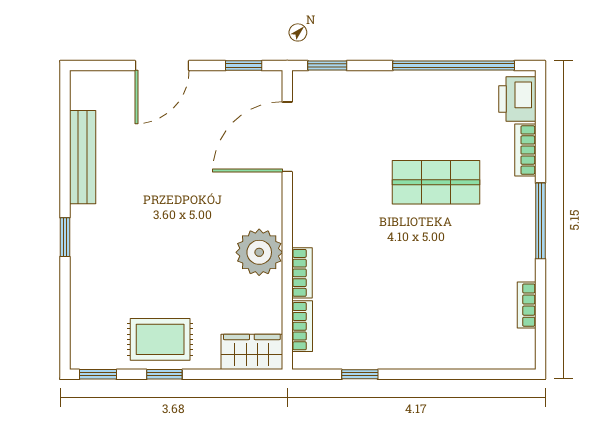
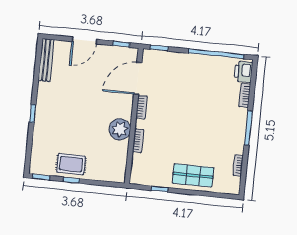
bench: (83, 157) -> (46, 60), moved
shop shelf: (436, 182) -> (193, 175), moved
bookcase: (302, 326) -> (142, 107), moved
wardrobe: (252, 352) -> (112, 174), removed

